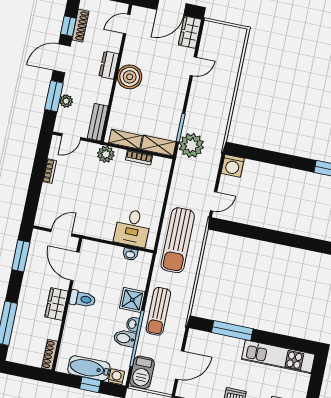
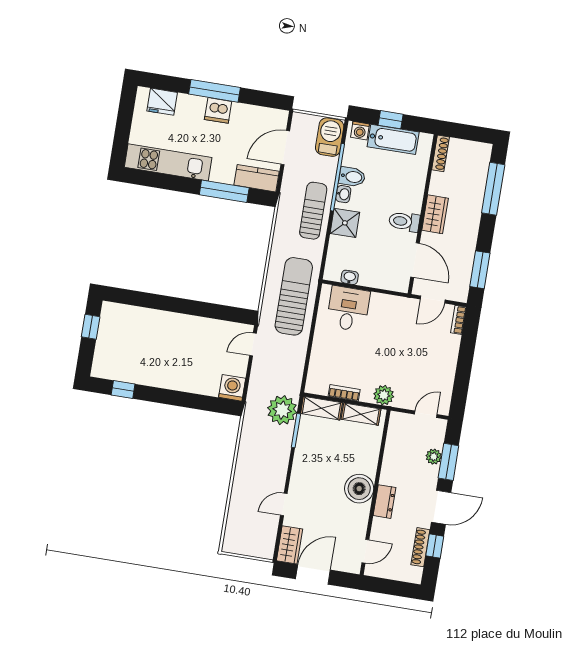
bench: (98, 122) -> (395, 433), removed
bookcase: (50, 171) -> (458, 320), moved
kitchen counter: (205, 340) -> (257, 178), added

